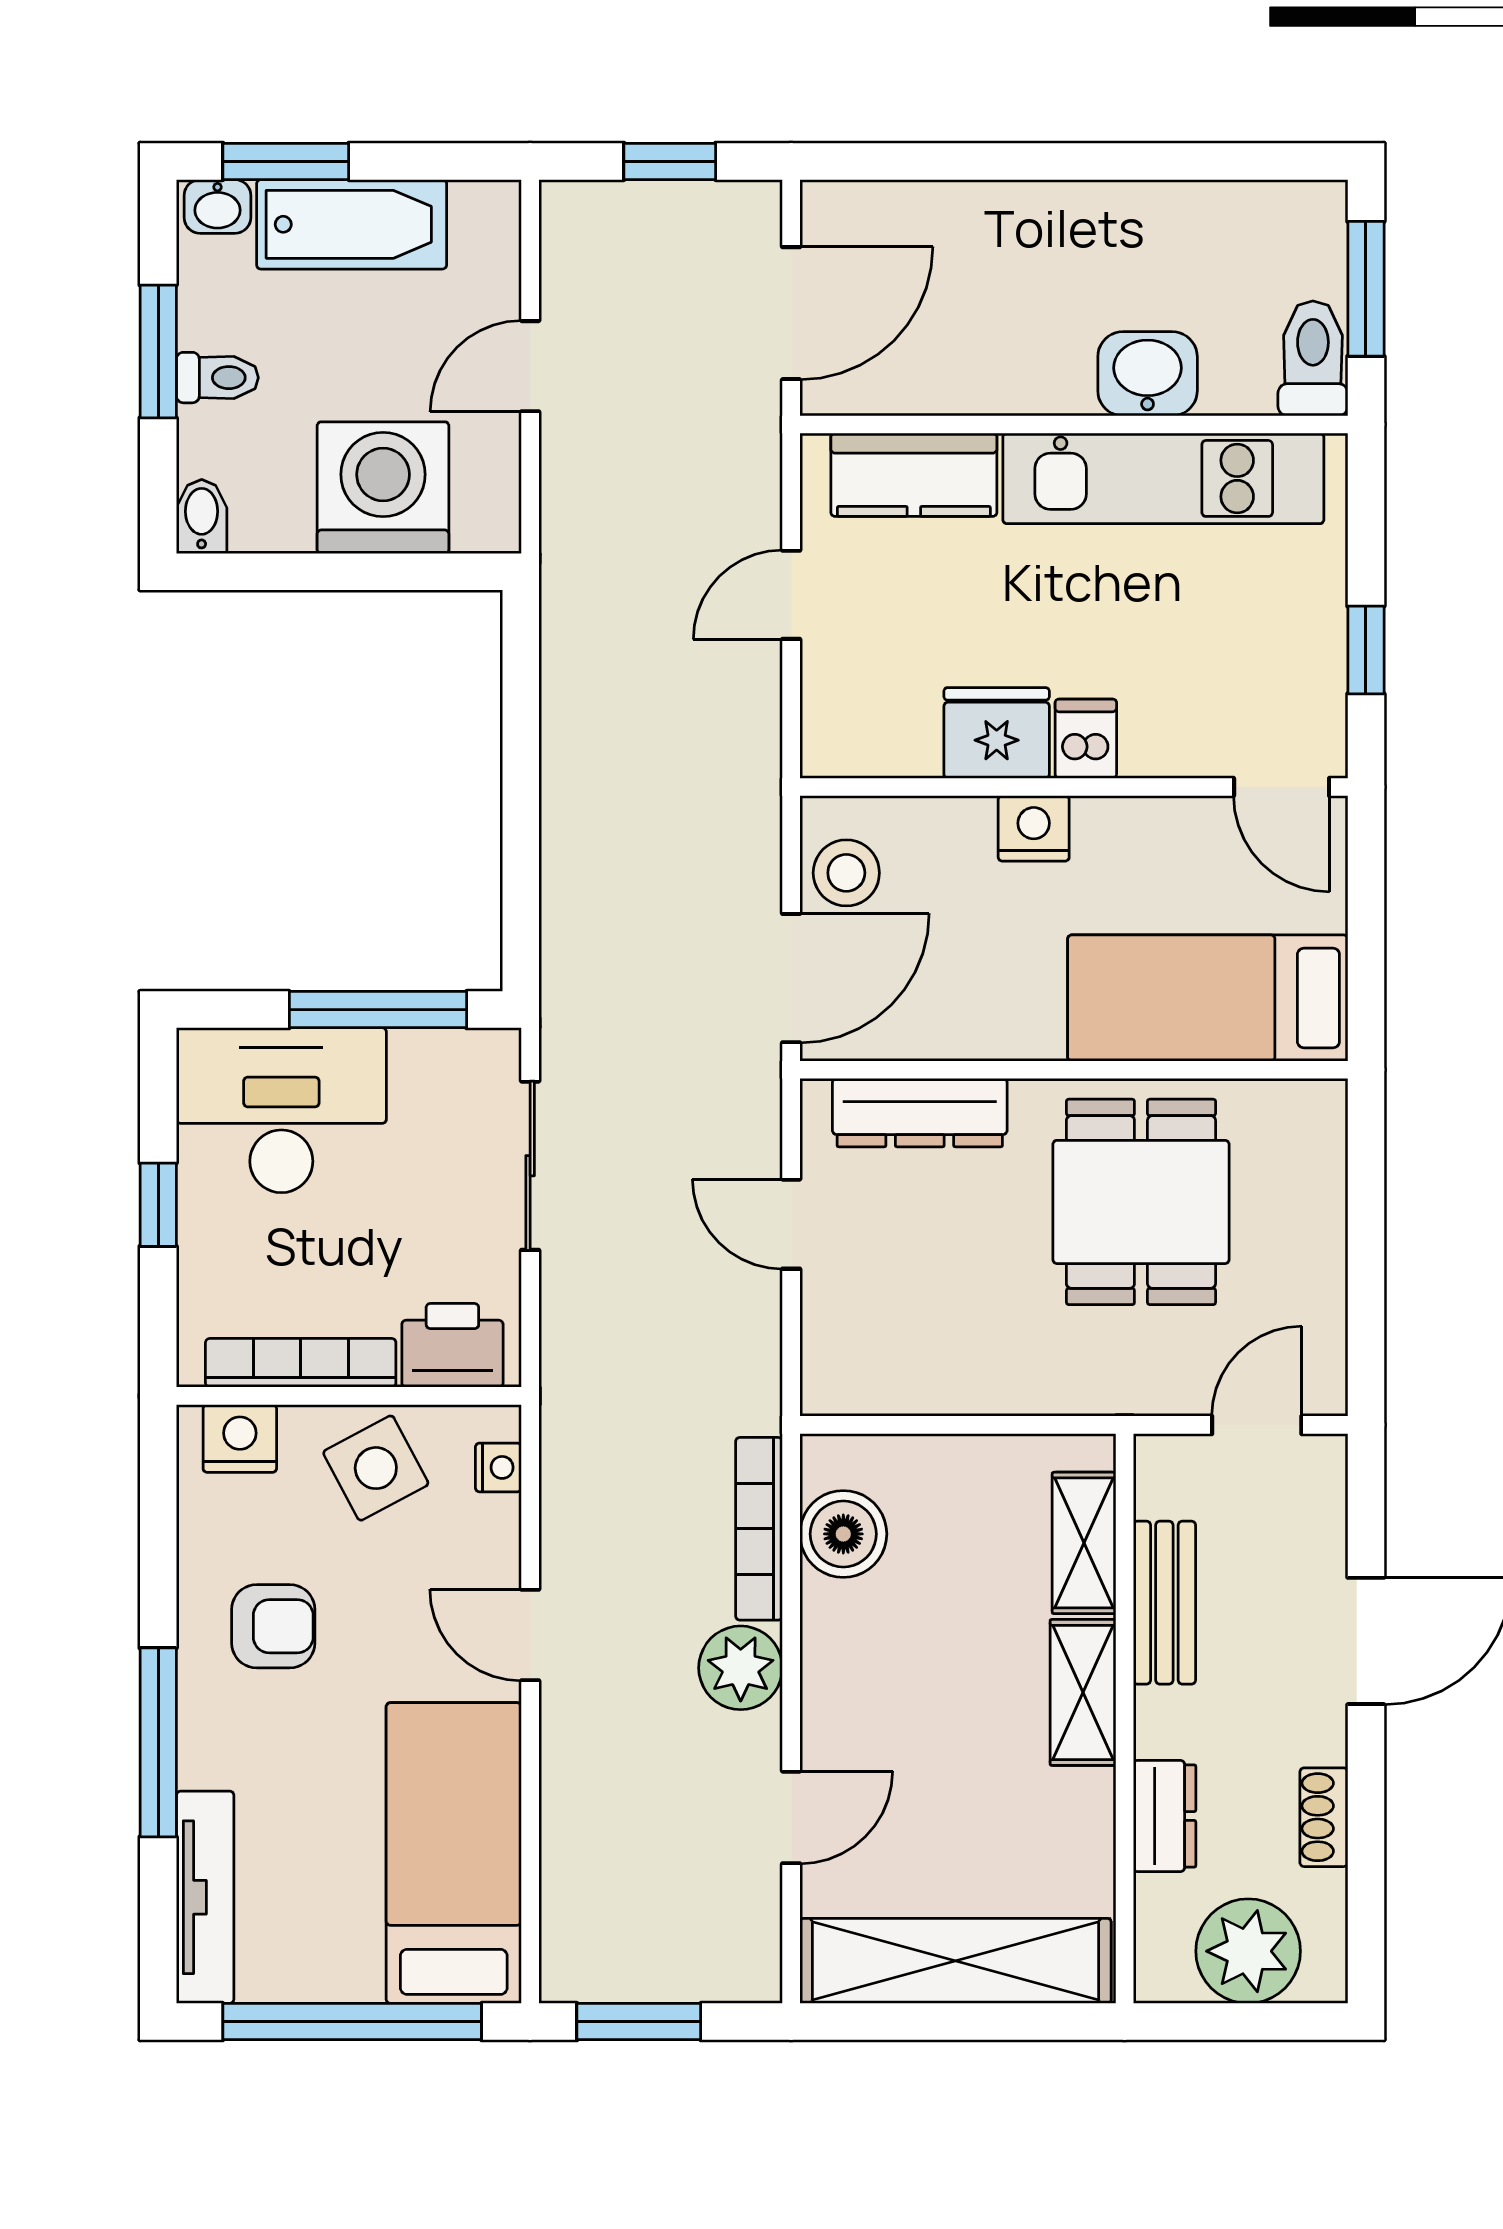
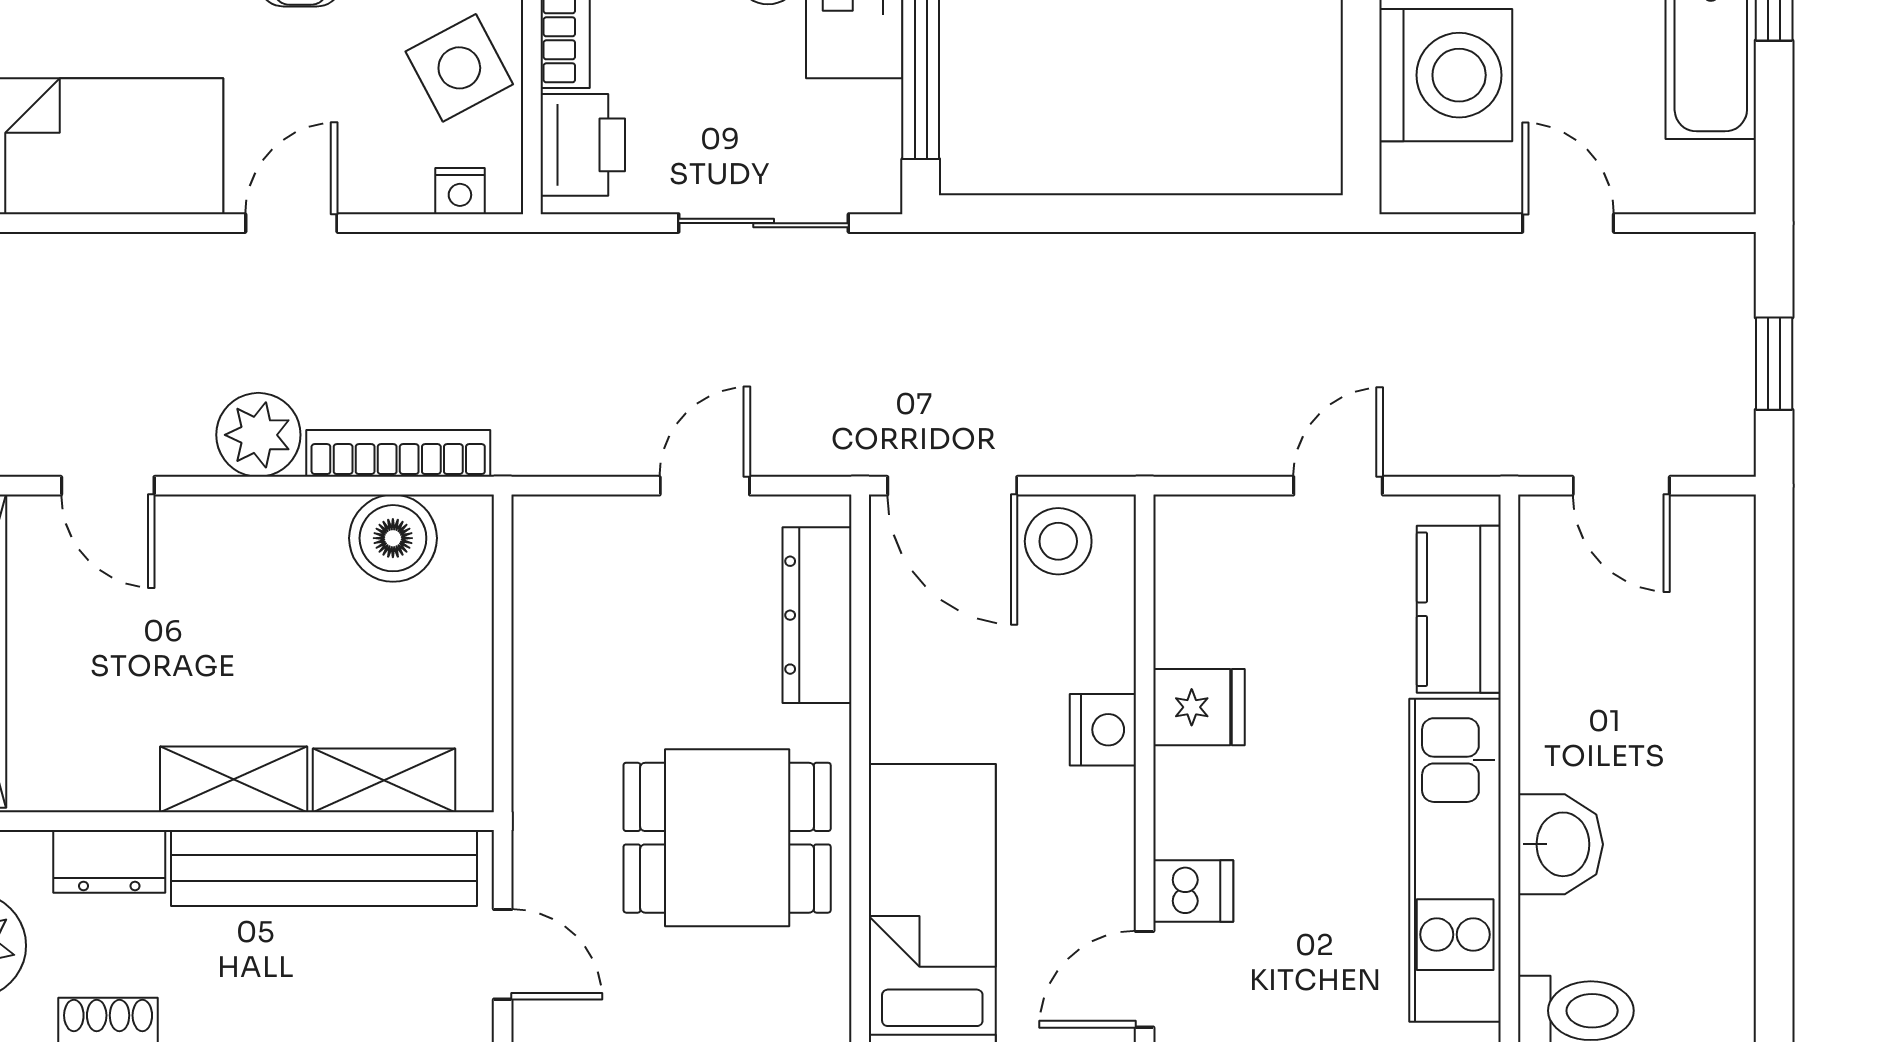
door: (791, 313) -> (1621, 486), width x0.73
door: (791, 595) -> (1338, 486), hinge flipped
fridge: (997, 733) -> (1199, 707), width x0.72
dishwasher: (1086, 739) -> (1193, 891), moved
bench: (1164, 1603) -> (324, 868), width x1.86, depth x1.21

